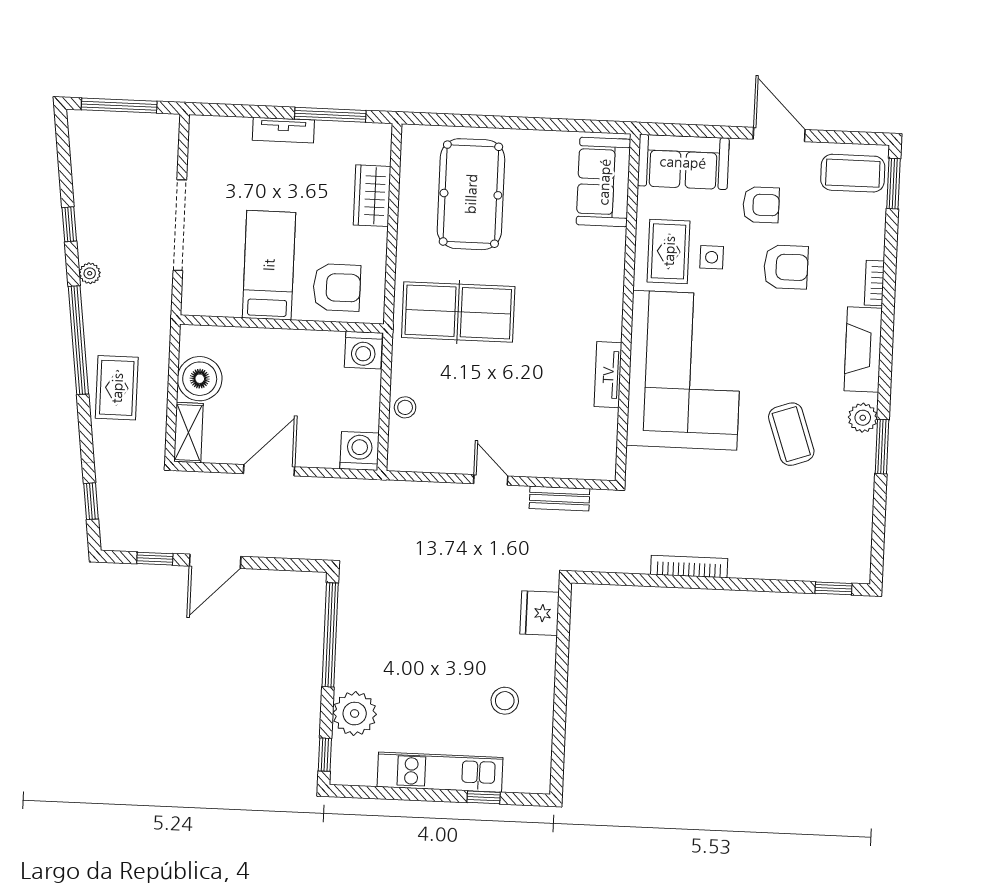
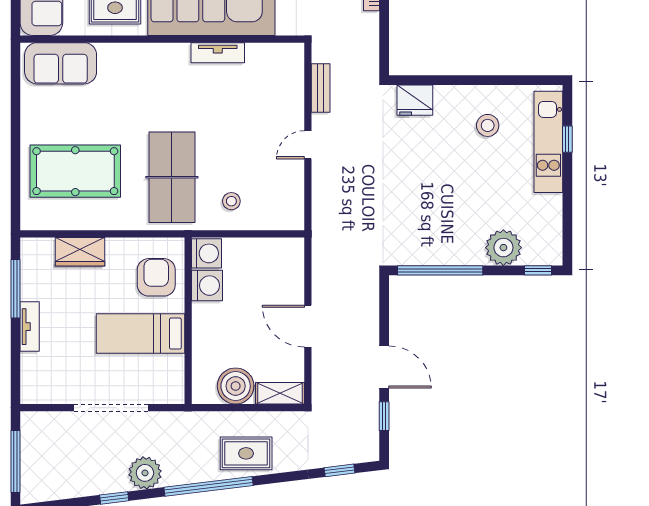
plant: (90, 273) -> (145, 473), width x1.88, depth x1.88
stool: (405, 407) -> (231, 201), moved
washing machine: (360, 451) -> (207, 286), moved, turned 180
kitchen unit: (440, 772) -> (548, 142), moved

